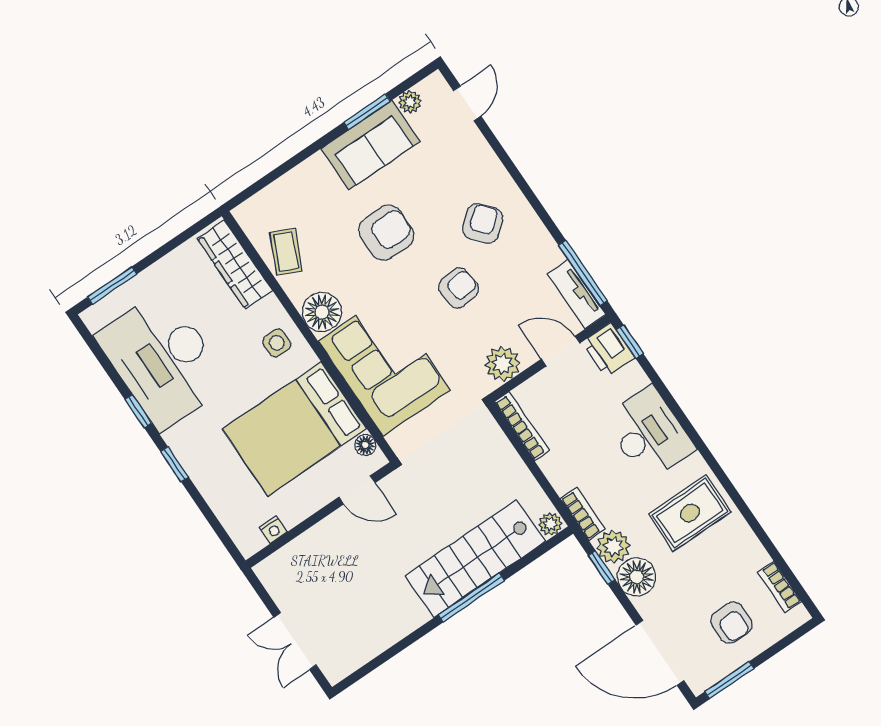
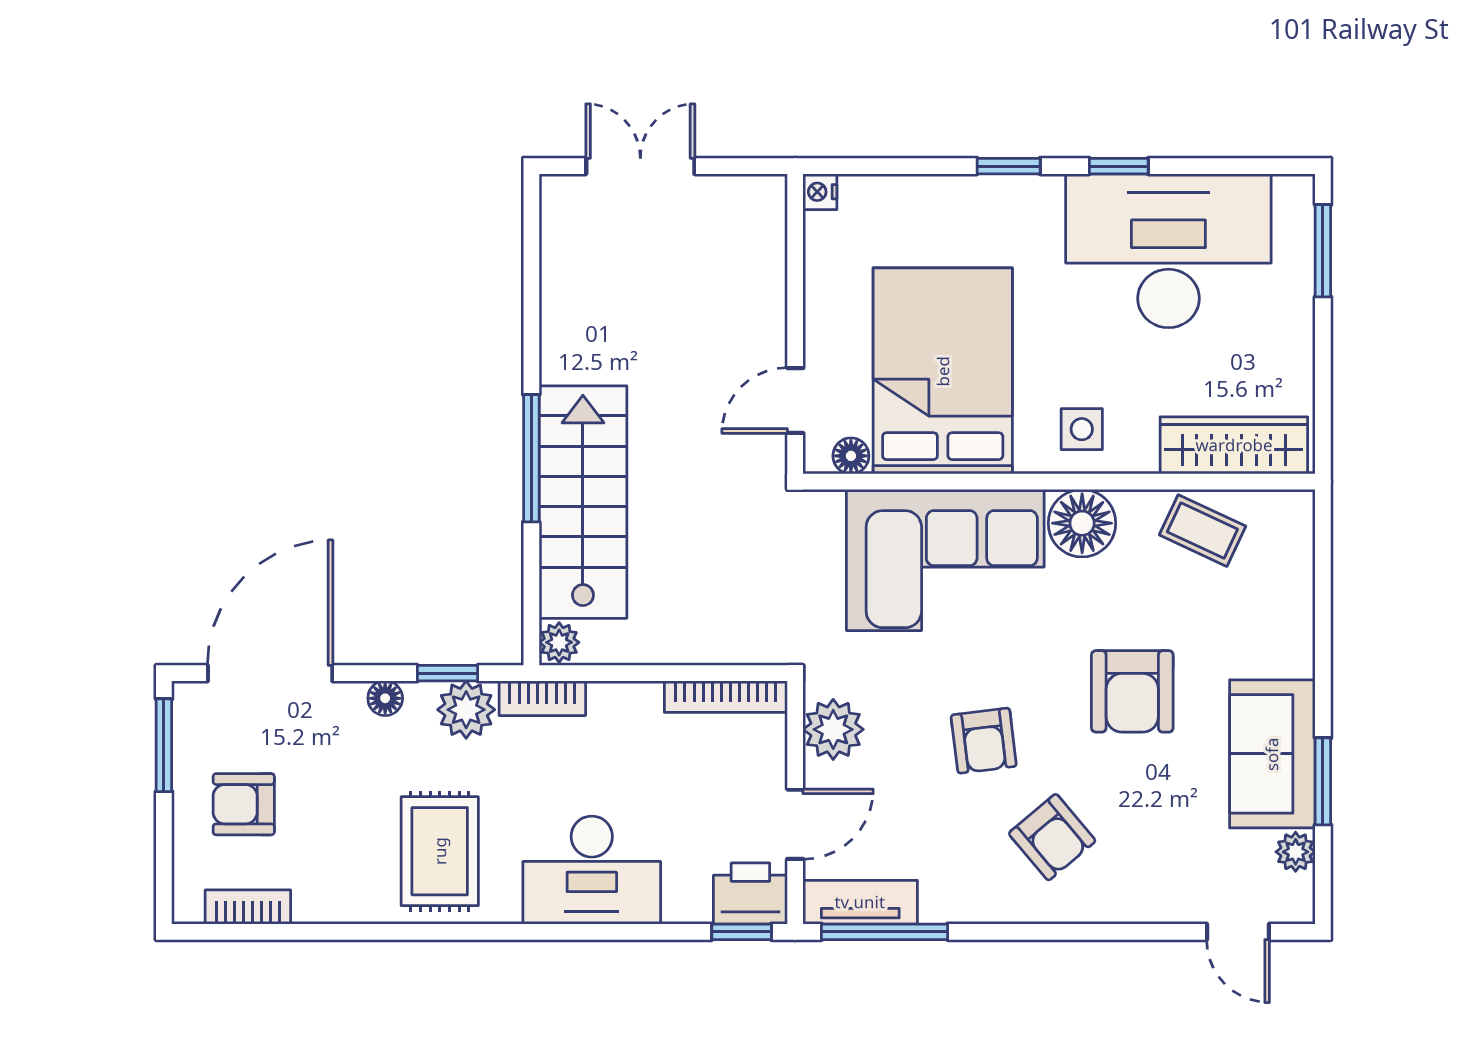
nightstand: (273, 530) -> (820, 192), moved
floor lamp: (637, 577) -> (385, 698), width x0.53, depth x0.53

